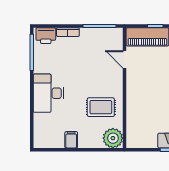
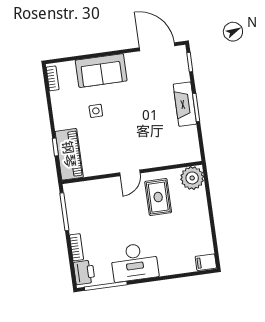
door: (125, 59) -> (130, 173), moved
desk: (48, 93) -> (134, 262), moved
filing cabinet: (71, 140) -> (206, 262), moved

